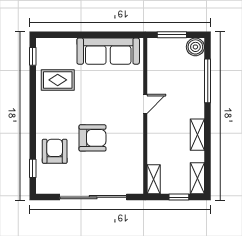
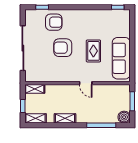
rug: (58, 80) -> (93, 51), moved
armchair: (92, 138) -> (63, 48), turned 90

